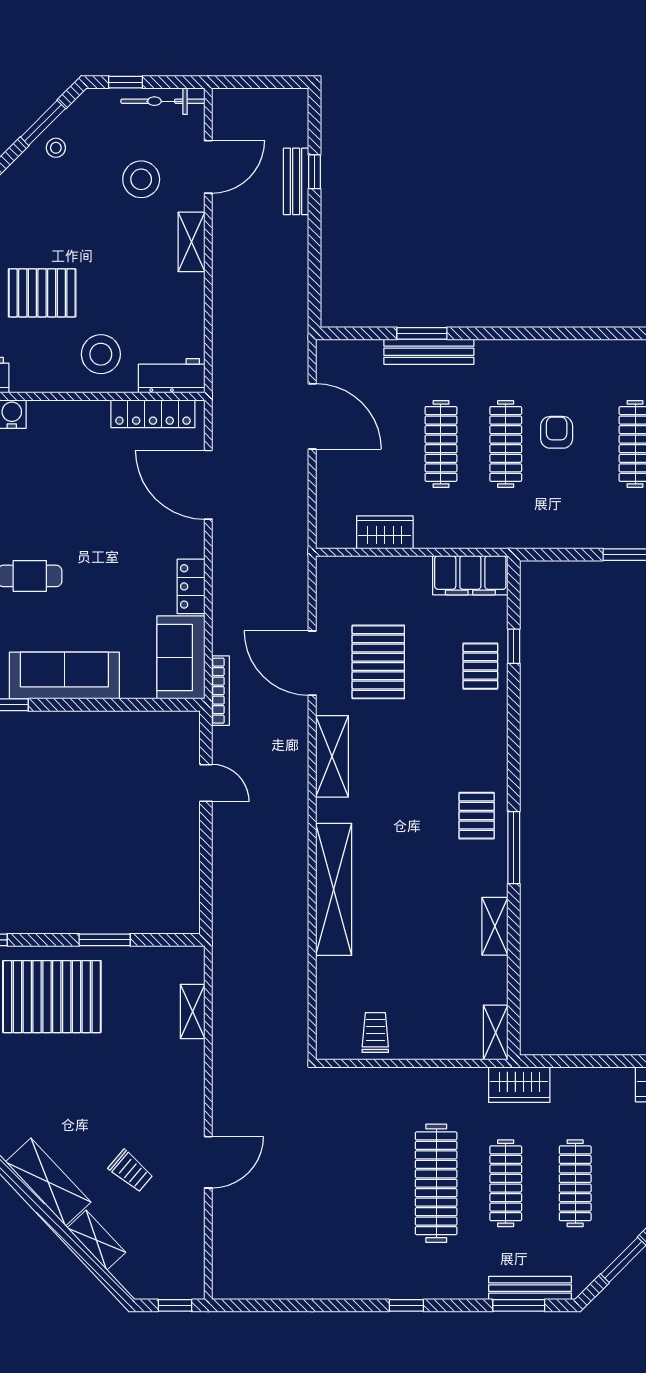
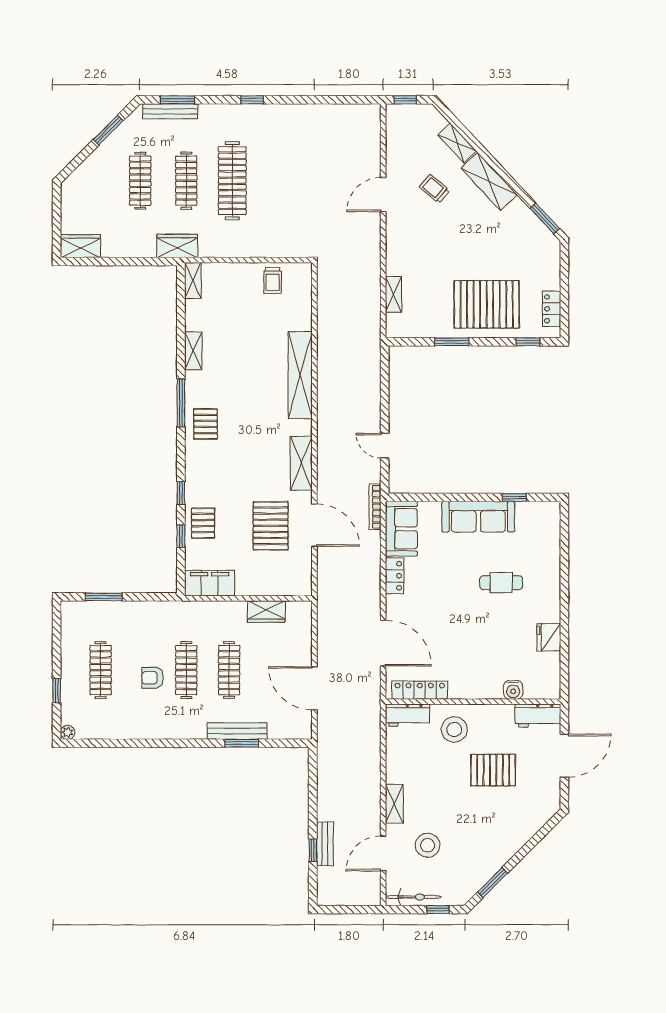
stool: (56, 148) -> (484, 866), removed
armchair: (557, 432) -> (153, 678), turned 90
window: (514, 711) -> (181, 493), added

